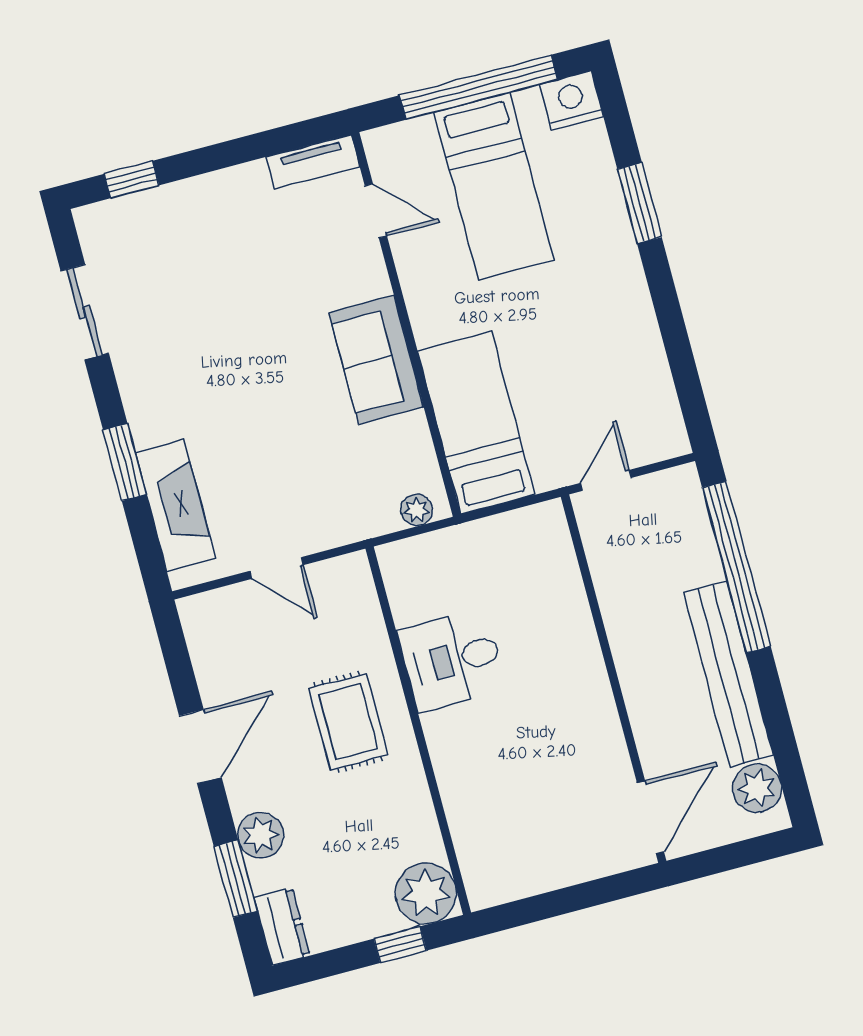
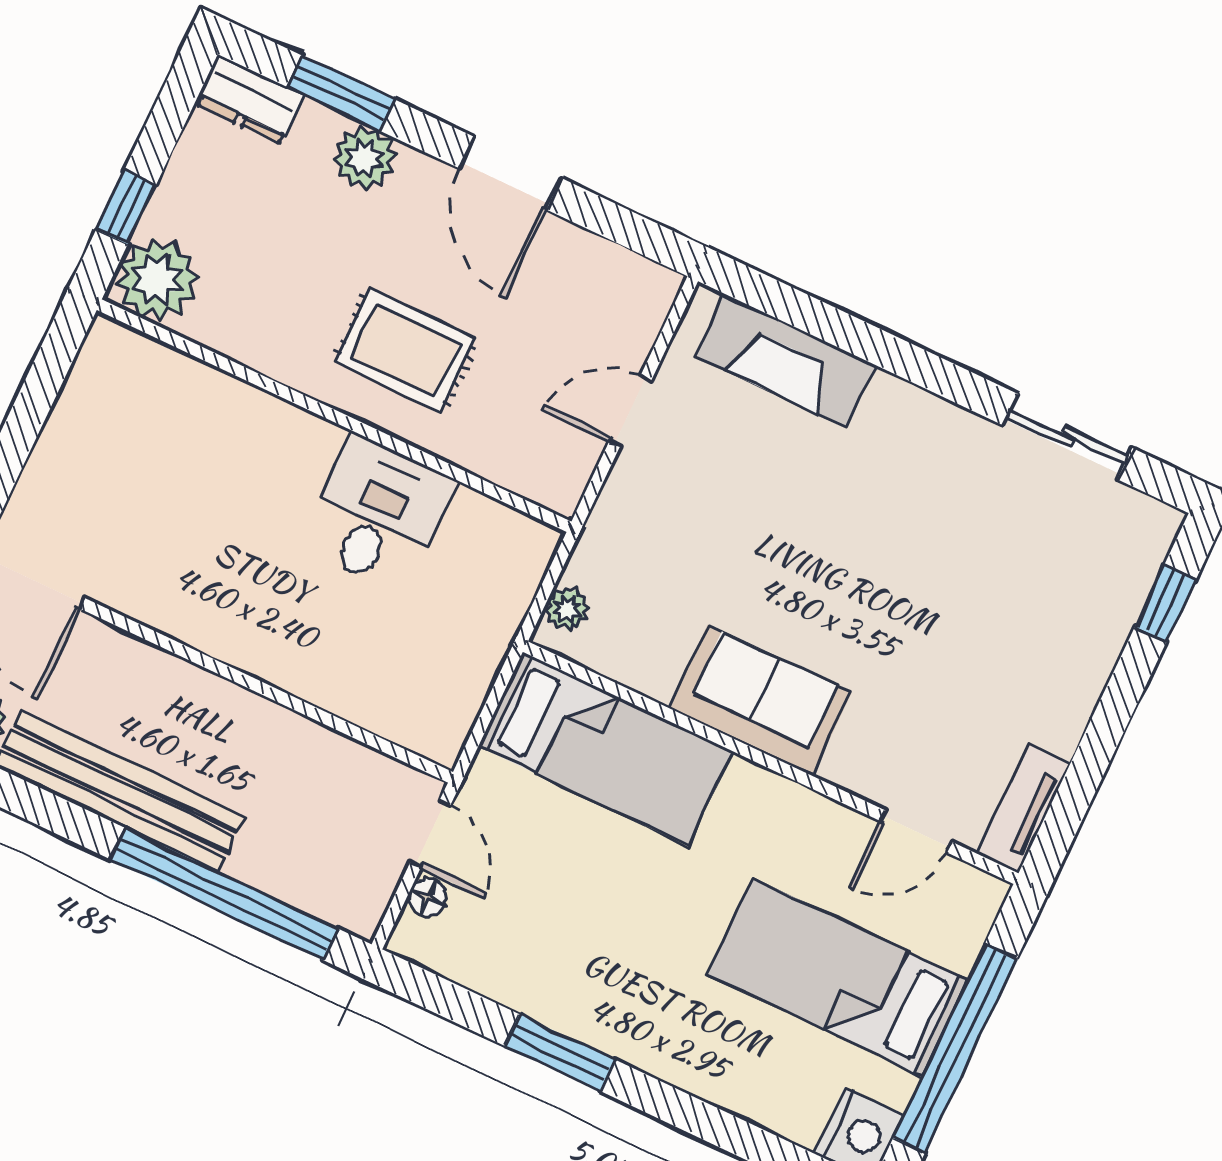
window: (640, 203) -> (560, 1053), moved
floor lamp: (642, 452) -> (428, 897), added
window: (125, 462) -> (875, 346), removed

